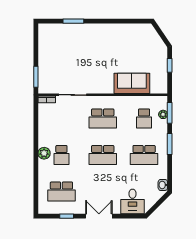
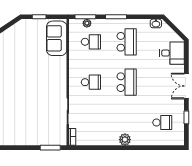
sofa: (132, 83) -> (57, 38), moved
school desk: (103, 118) -> (91, 82), width x0.54
school desk: (61, 155) -> (127, 123), removed
school desk: (61, 192) -> (162, 123), width x0.54

